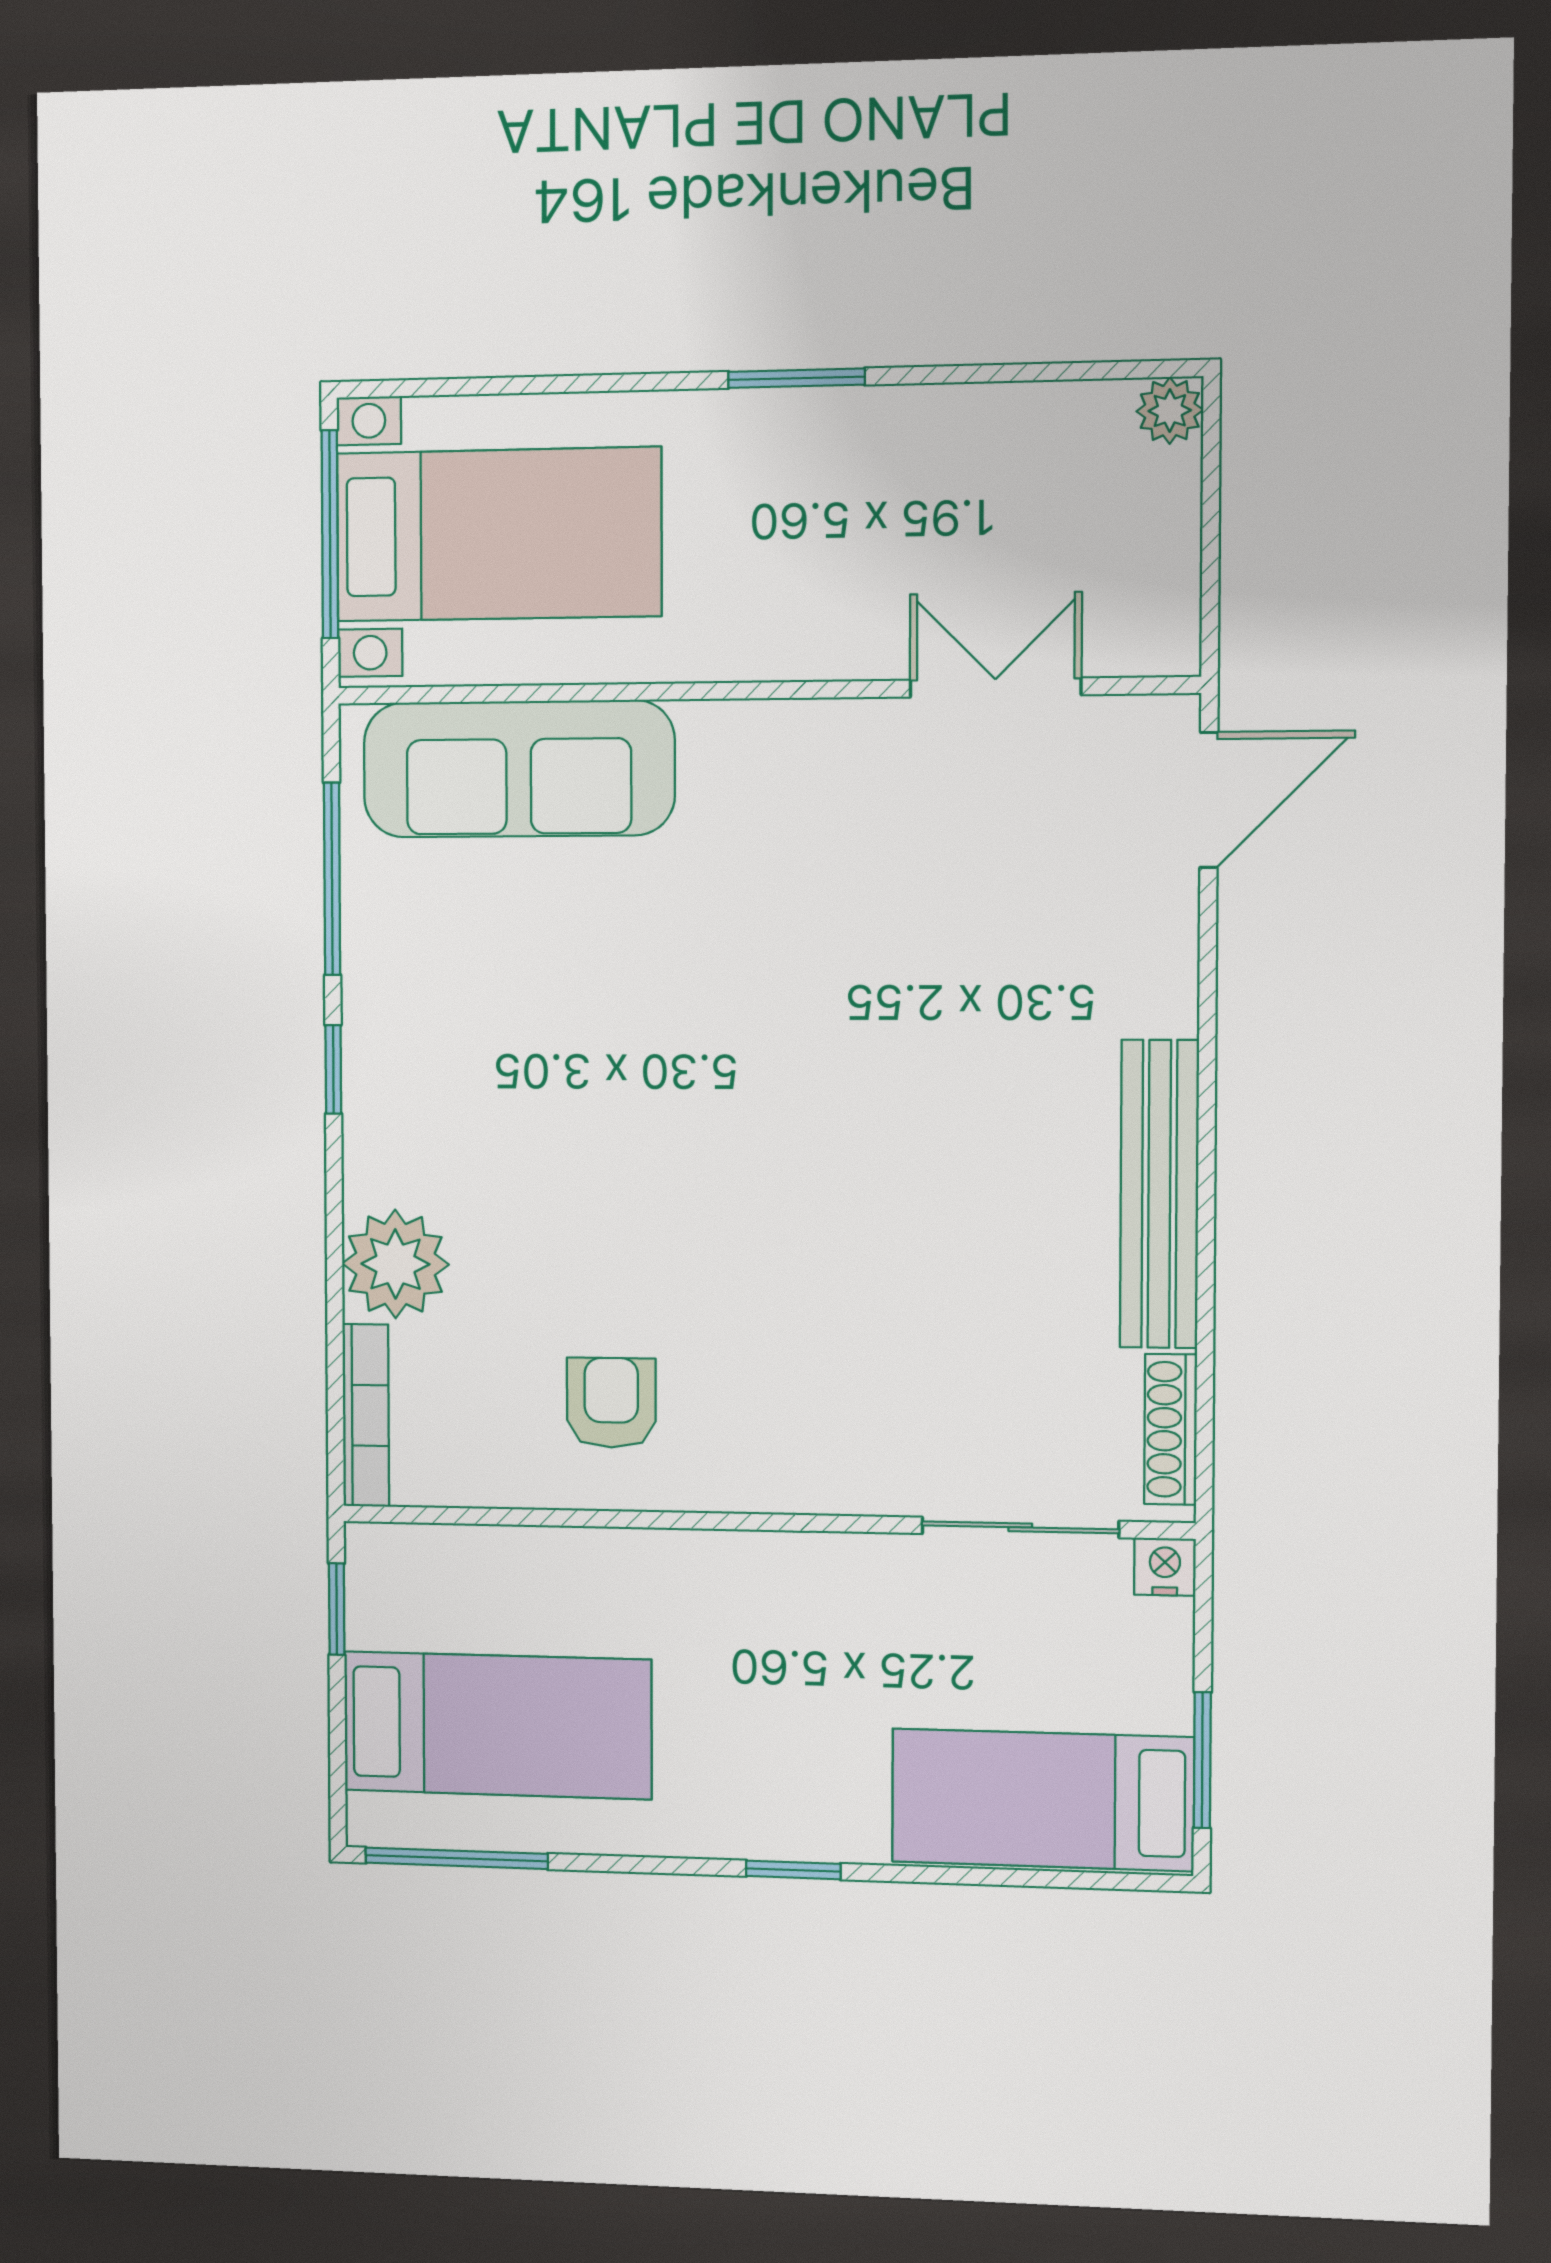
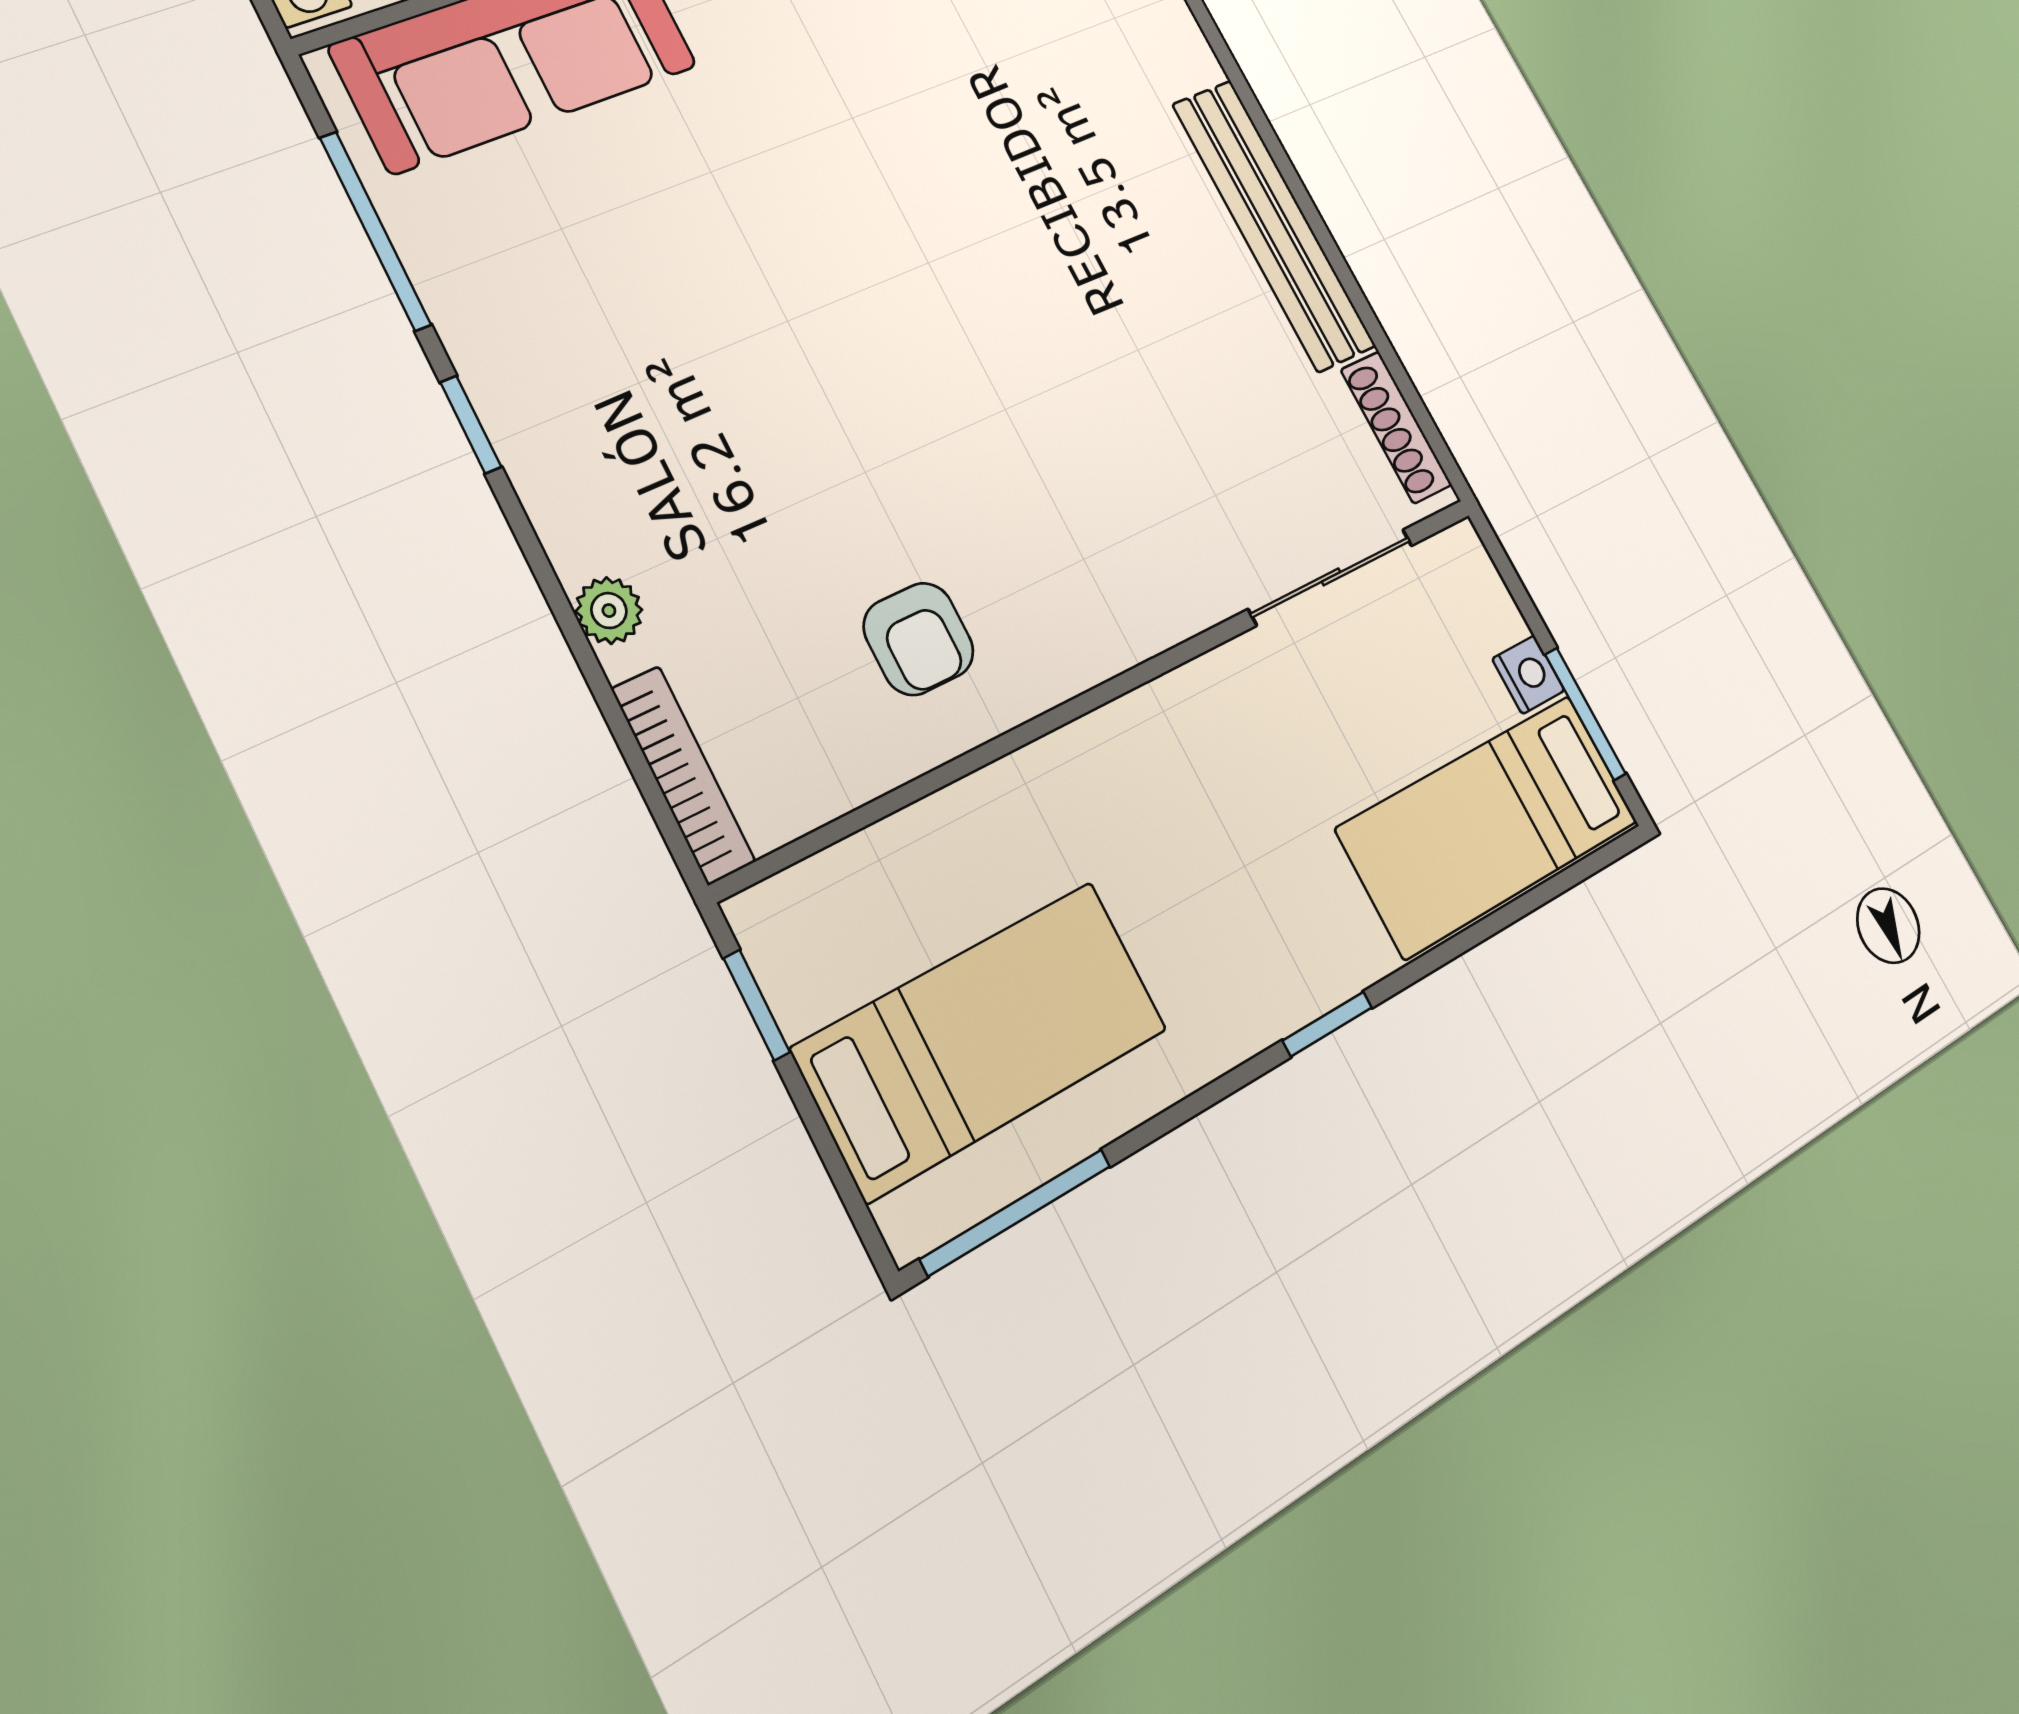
plant: (395, 1264) -> (609, 611), width x0.53, depth x0.53
armchair: (611, 1403) -> (919, 639), turned 180
nightstand: (1165, 1567) -> (1528, 675), moved, turned 90

